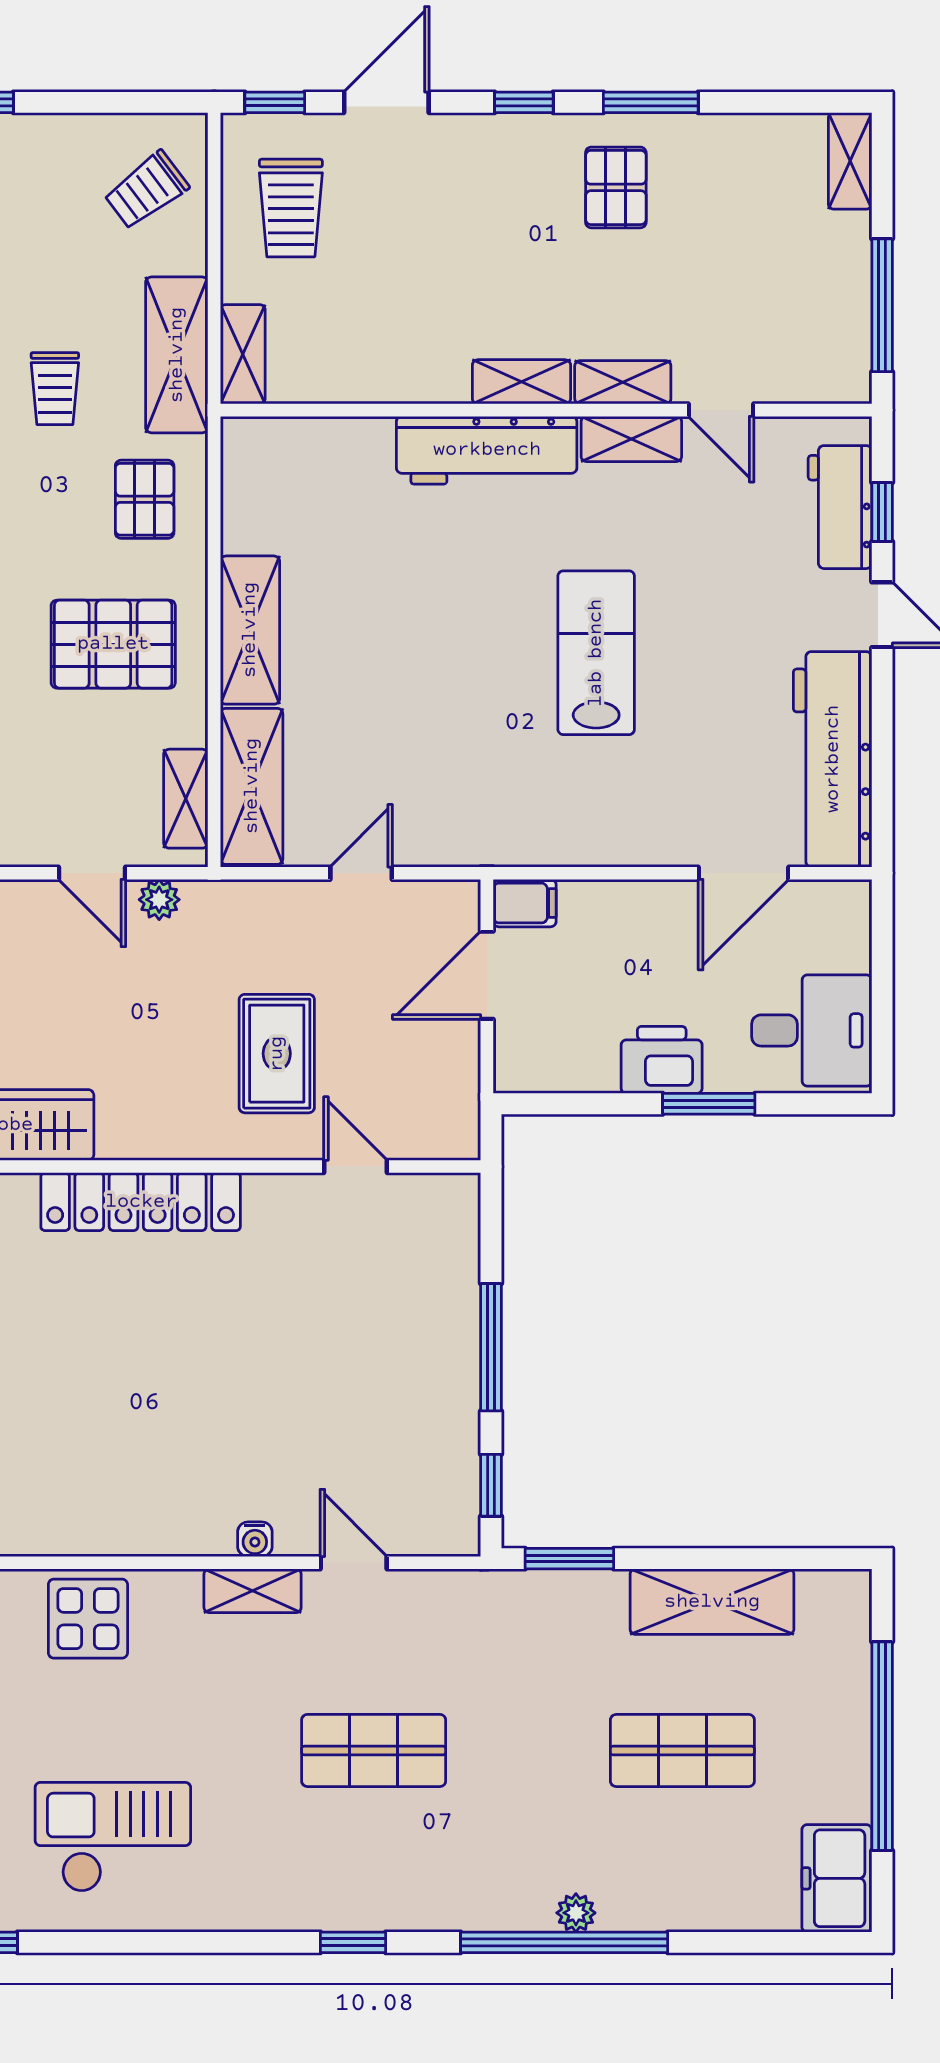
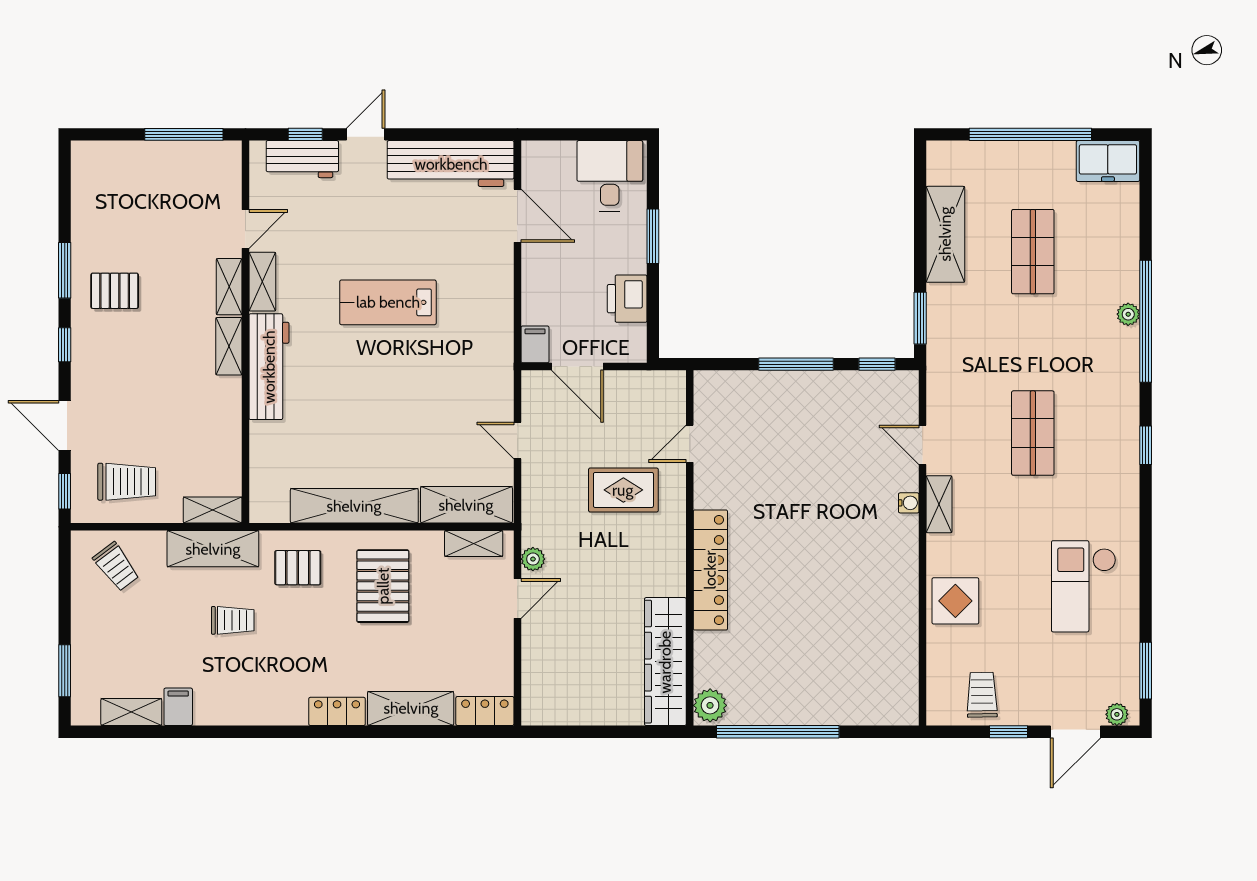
shelving: (850, 161) -> (99, 153), removed
shelving: (250, 630) -> (354, 506), width x1.47
printer: (662, 1060) -> (627, 299), moved
door: (354, 1563) -> (923, 445), hinge flipped

